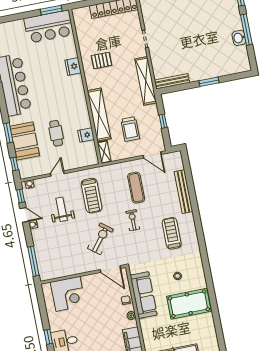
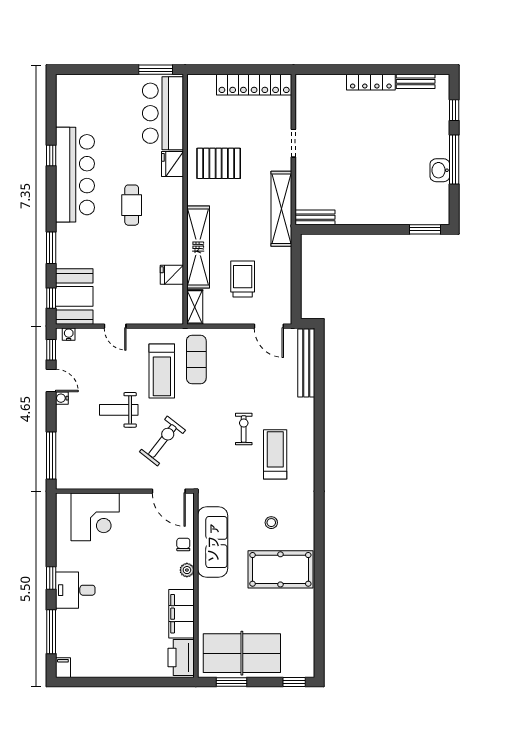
bar counter: (49, 27) -> (163, 113), moved, turned 90
pallet: (101, 60) -> (219, 163), width x1.50, depth x1.42
bench: (172, 81) -> (315, 217), width x0.73
window: (209, 82) -> (425, 229), moved
window: (163, 121) -> (296, 277), removed
trolley: (130, 129) -> (243, 279), turned 180
cafe table: (56, 133) -> (132, 205), moved
booth: (25, 141) -> (74, 296), moved
door: (57, 174) -> (115, 326), swing flipped
exercise mat: (136, 188) -> (196, 359), moved
bench: (183, 192) -> (306, 363), moved
weight bench: (62, 209) -> (119, 410), moved, turned -90
exercise bike: (133, 220) -> (244, 429), moved

